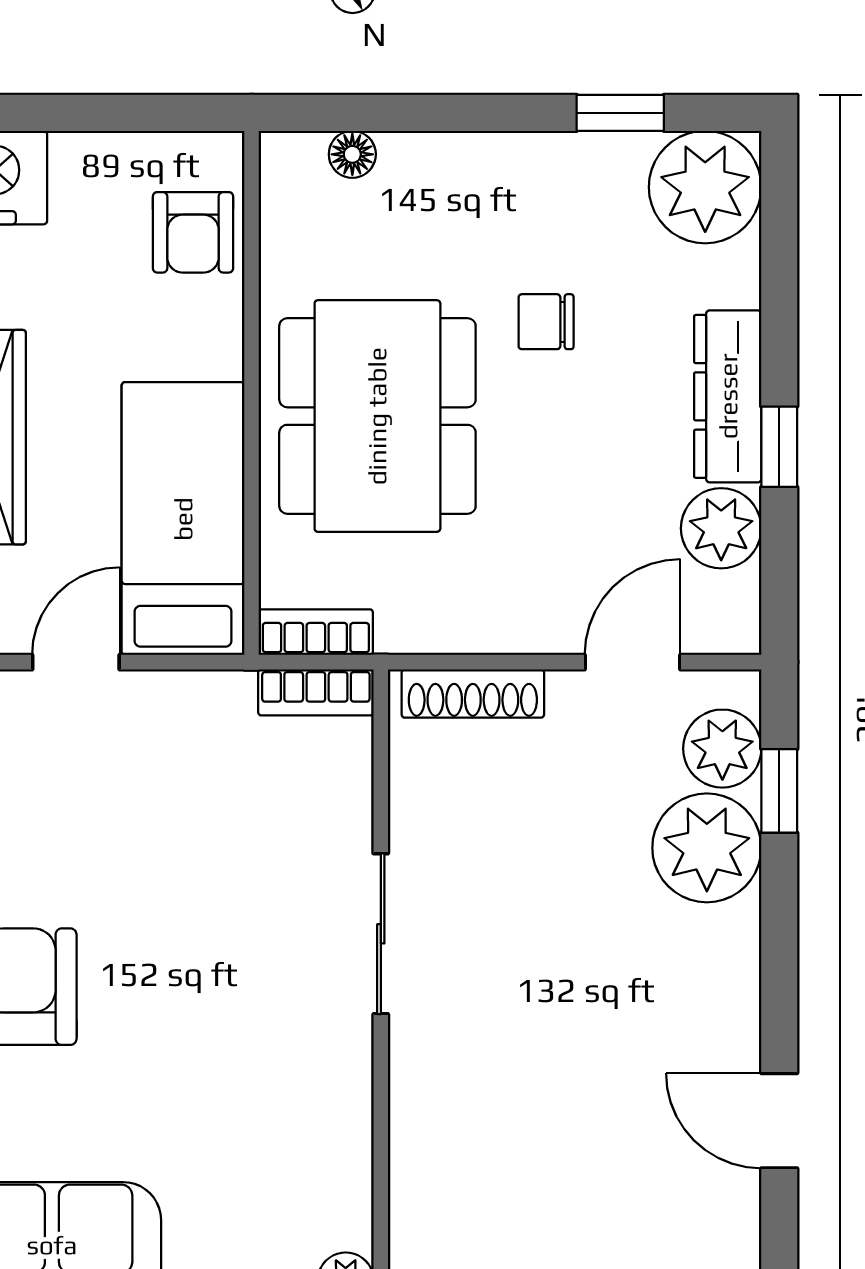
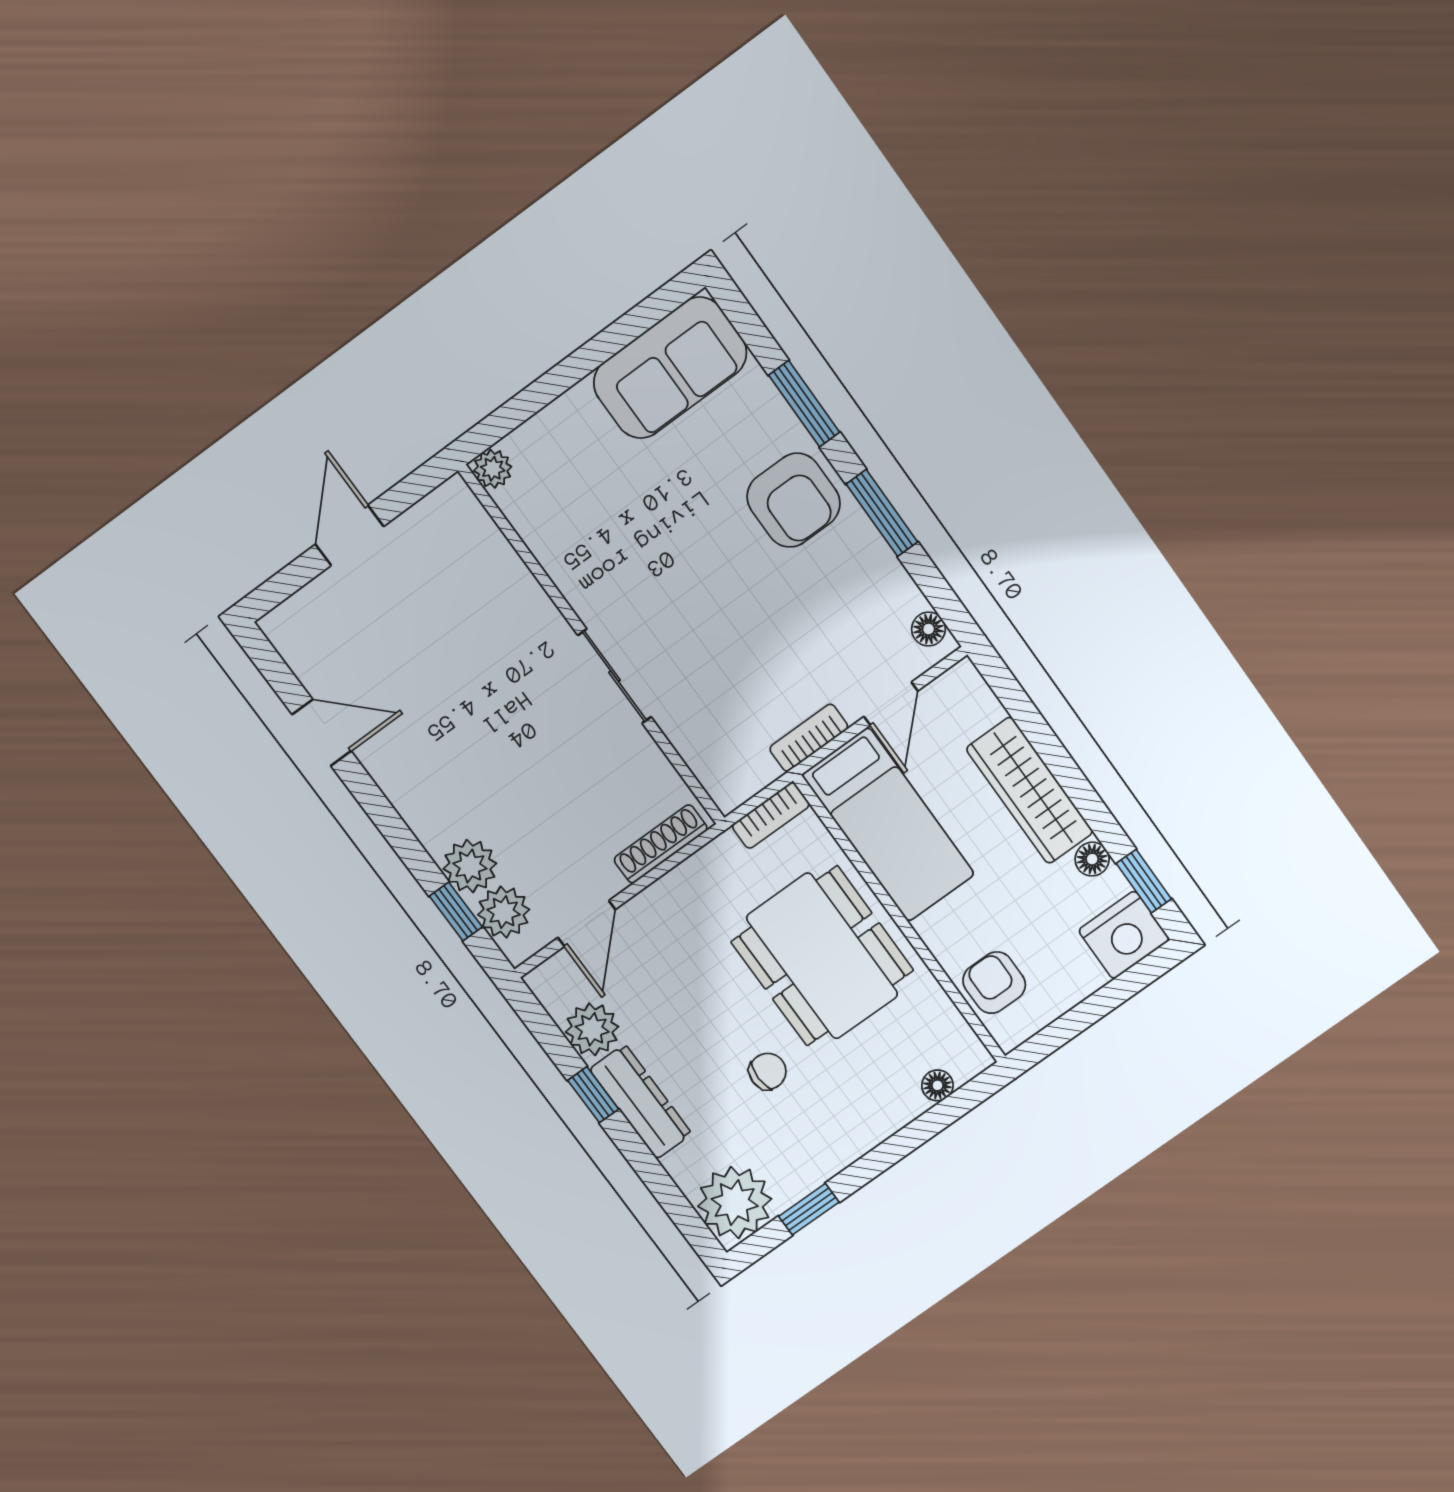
bookcase: (316, 692) -> (809, 738), moved
plant: (707, 848) -> (470, 866), width x0.73, depth x0.73

